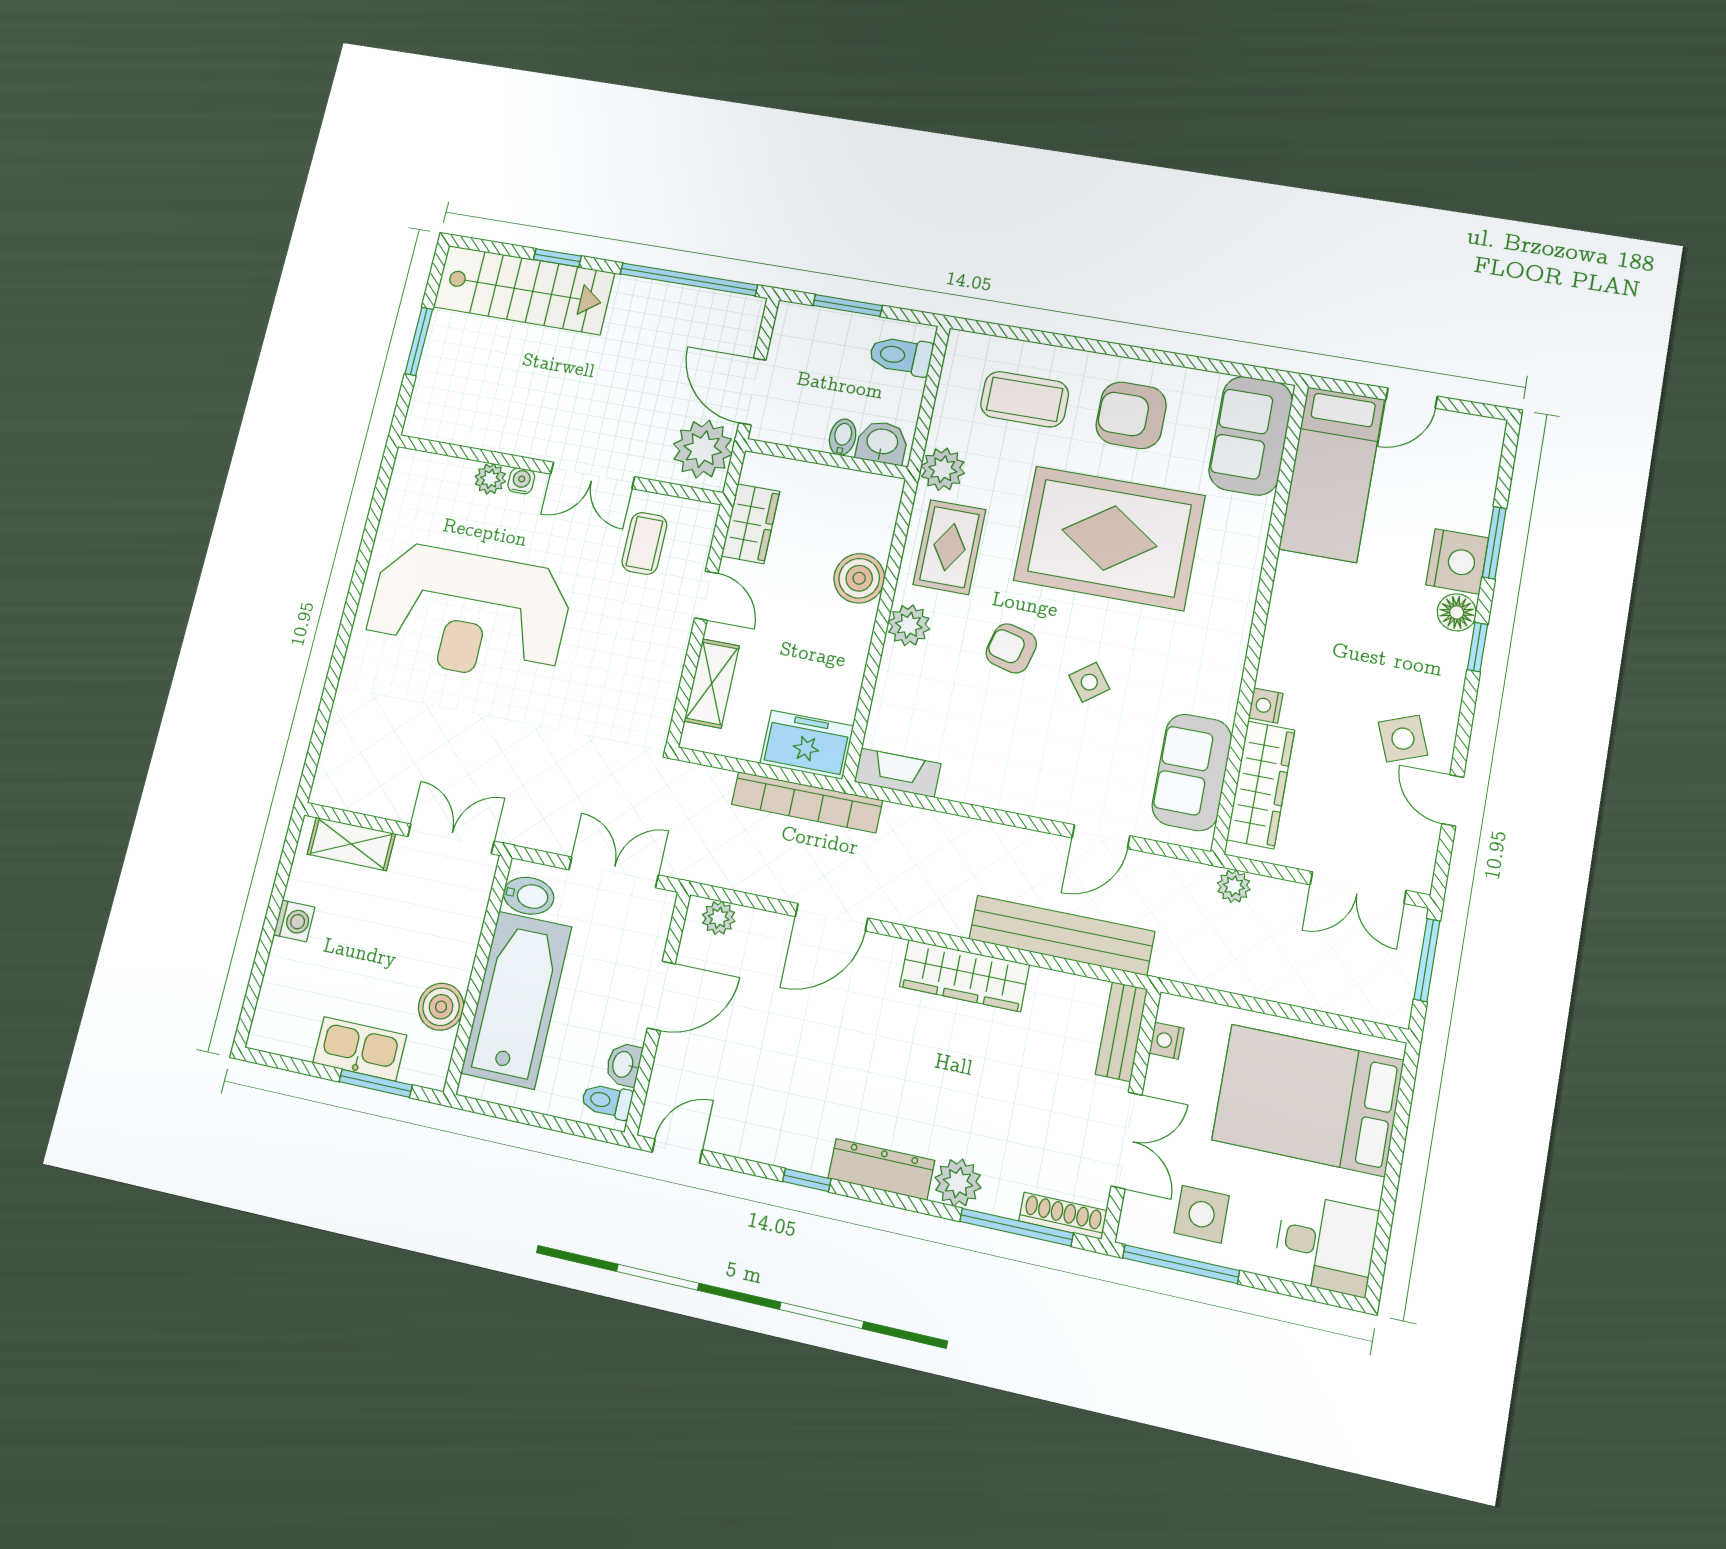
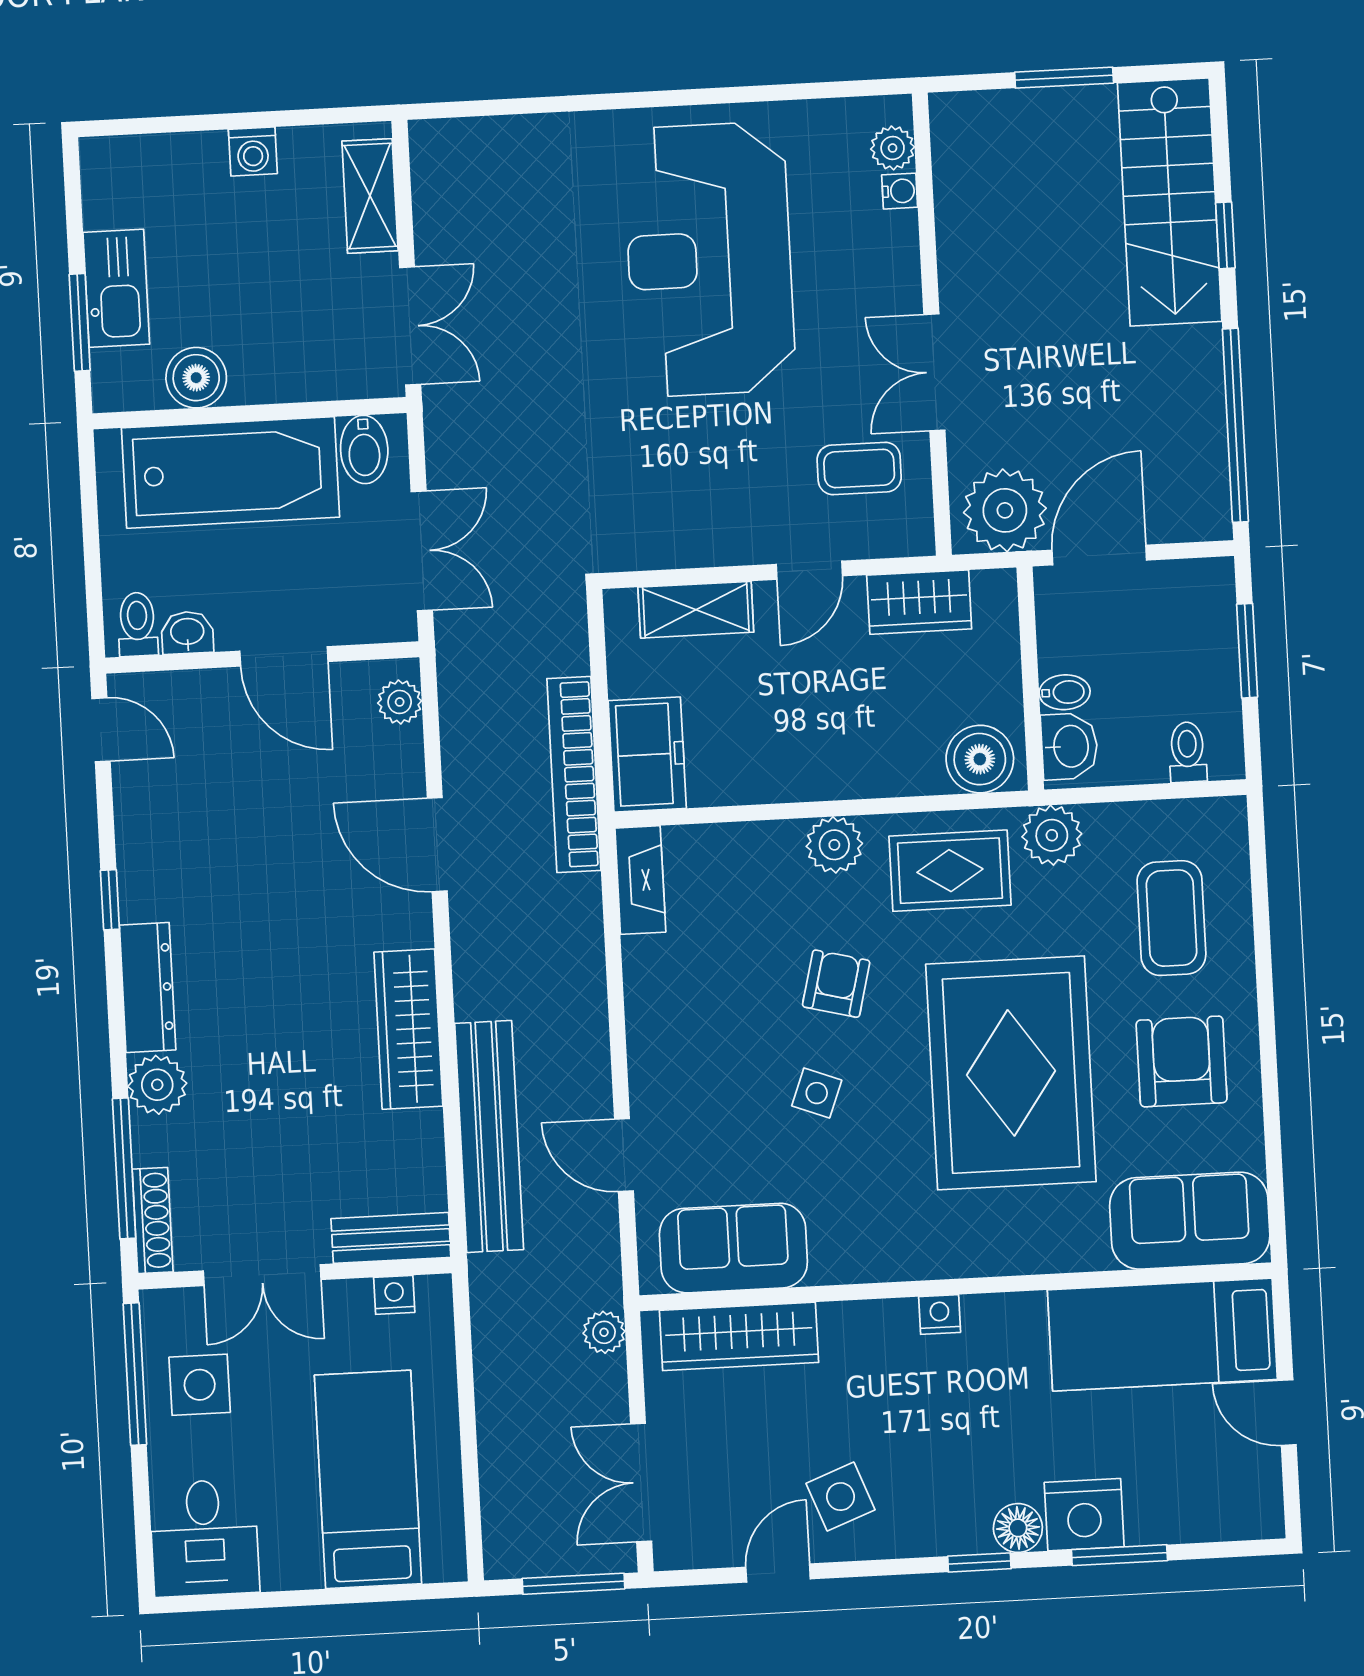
toilet: (901, 356) -> (1188, 752), width x0.73, depth x0.72
plant: (490, 479) -> (893, 148), moved
water cooler: (521, 481) -> (900, 191), moved
boiler: (859, 578) -> (980, 759), moved
side table: (1089, 682) -> (817, 1093), turned -32
nightstand: (1266, 706) -> (940, 1315), moved
bed: (1308, 1100) -> (368, 1479), width x0.67

